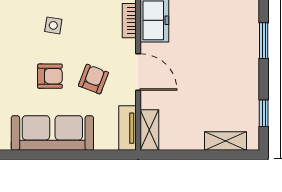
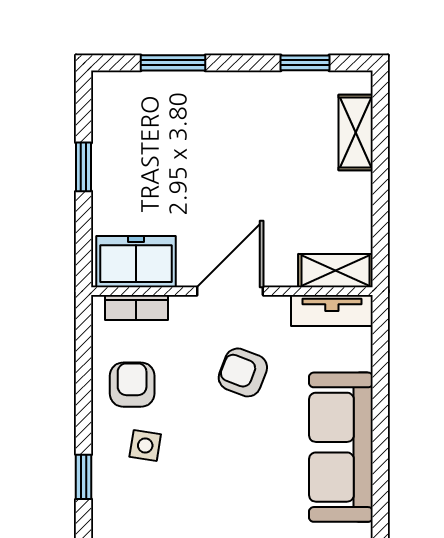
armchair: (50, 76) -> (132, 385), moved

